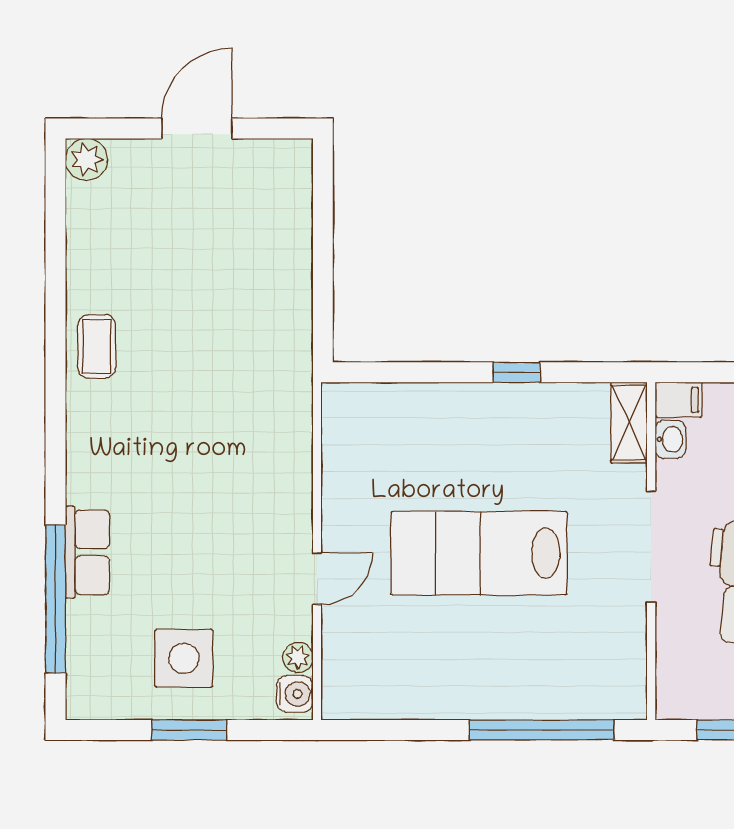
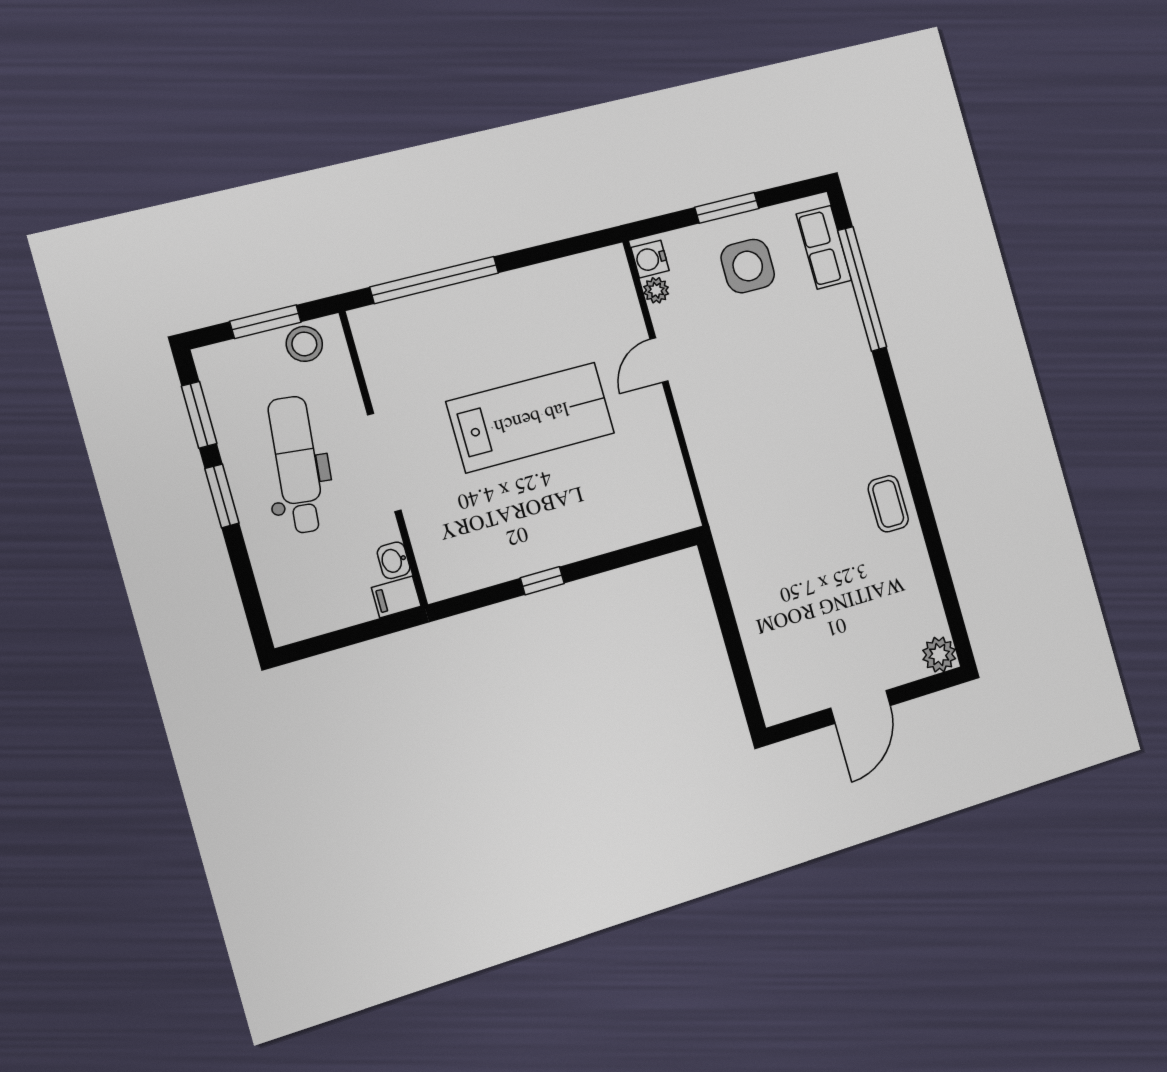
shelving: (629, 423) -> (434, 565), removed
row of seats: (87, 552) -> (824, 247), moved
stool: (700, 696) -> (304, 344), added

